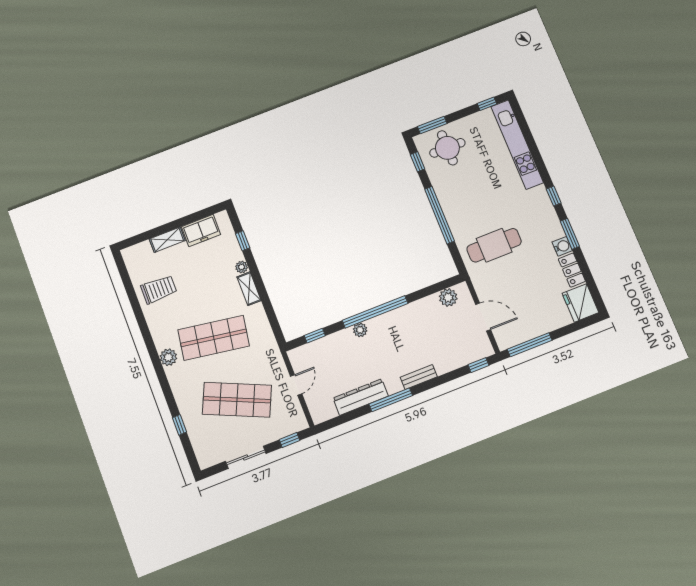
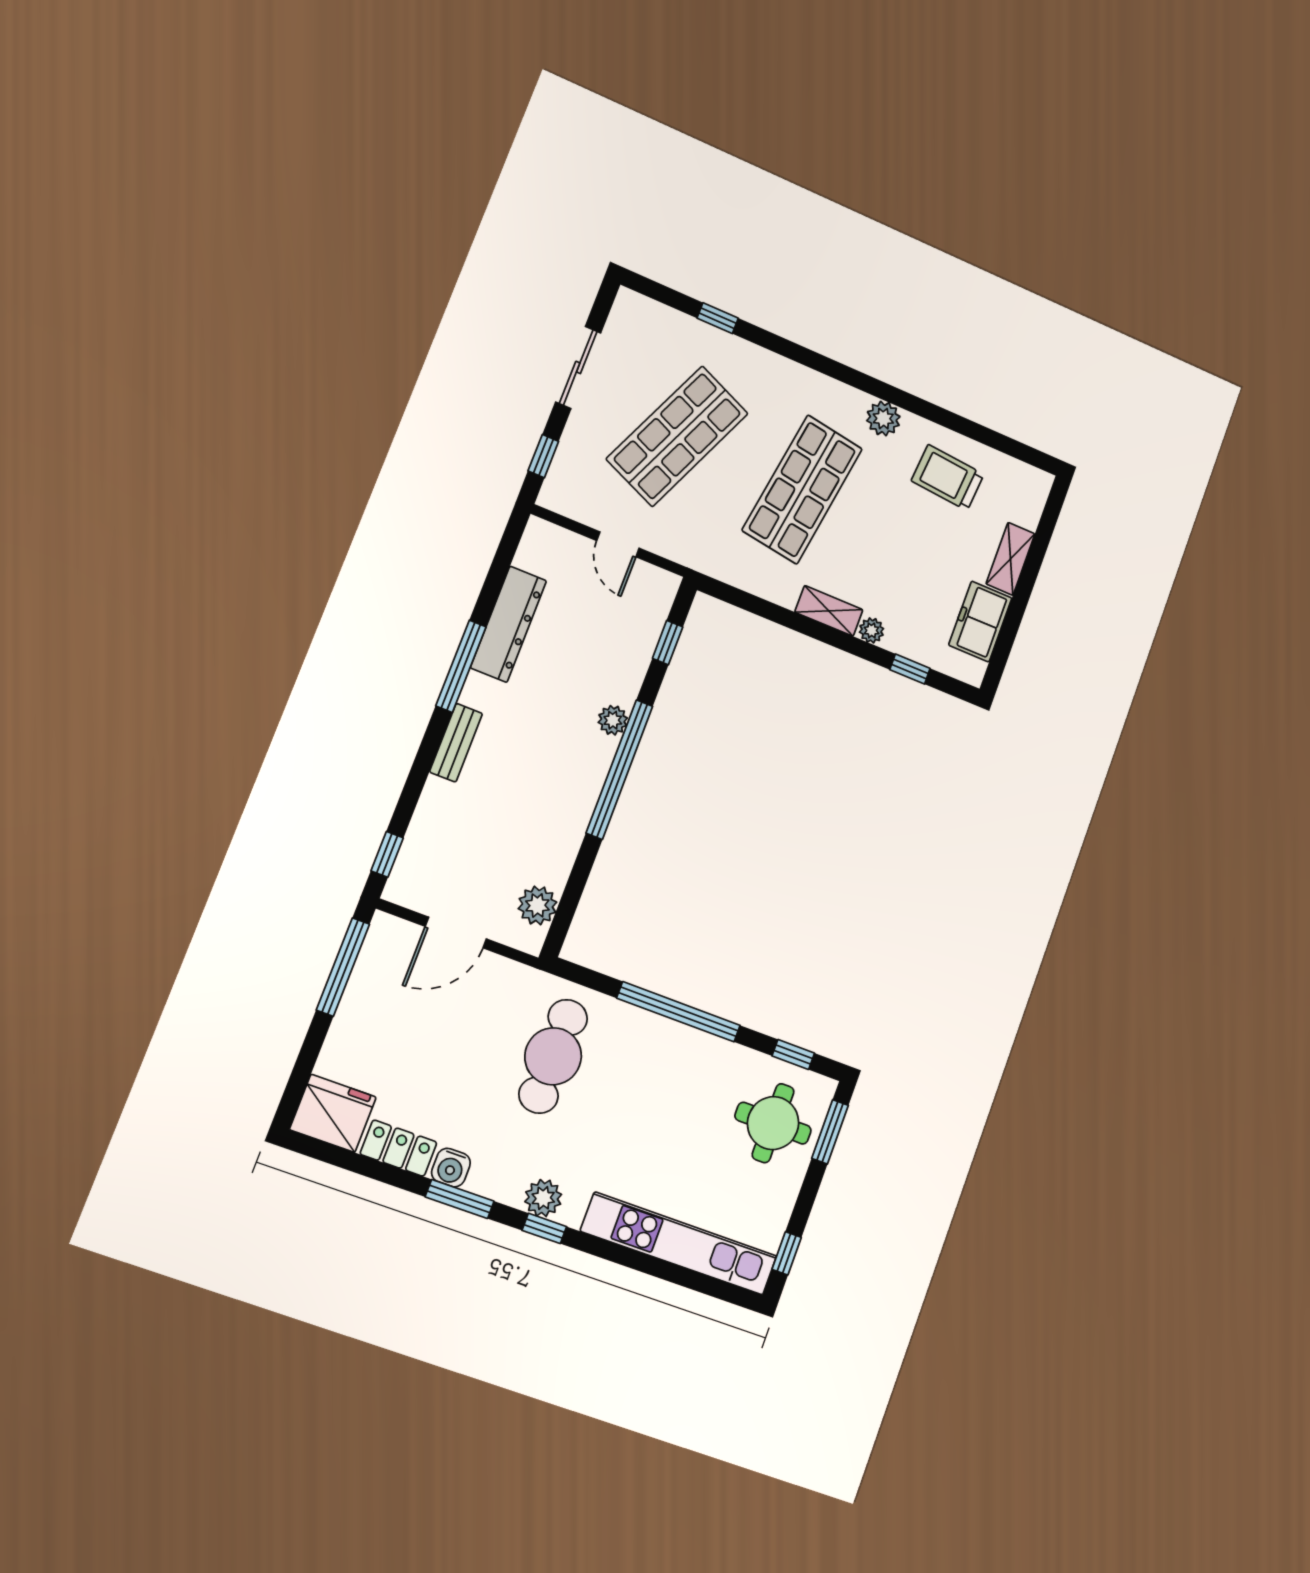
plant: (544, 205) -> (543, 1198), added
trolley: (159, 289) -> (948, 478), turned 95
plant: (168, 357) -> (883, 419), moved

